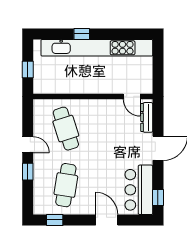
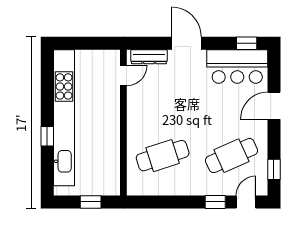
door: (28, 145) -> (246, 202), moved
cafe table: (66, 185) -> (231, 156), turned -33

